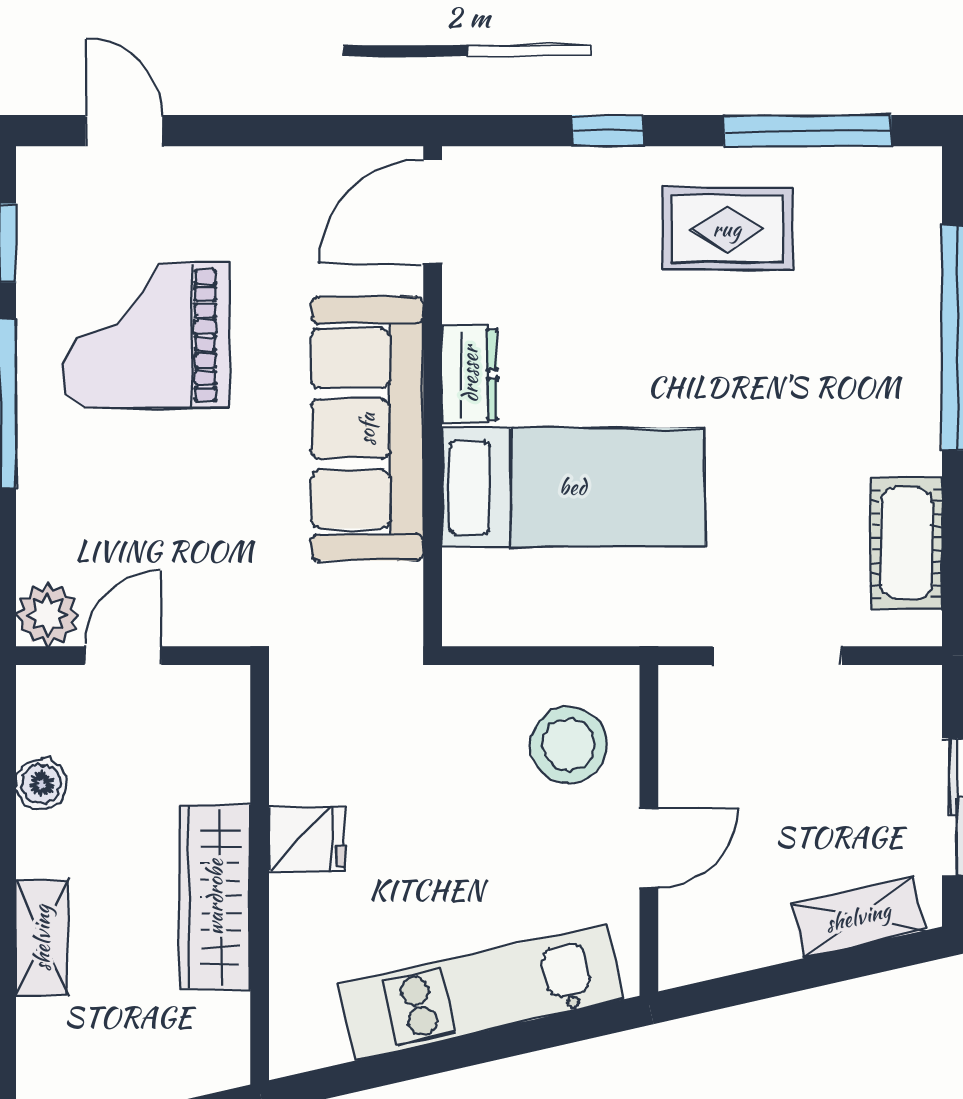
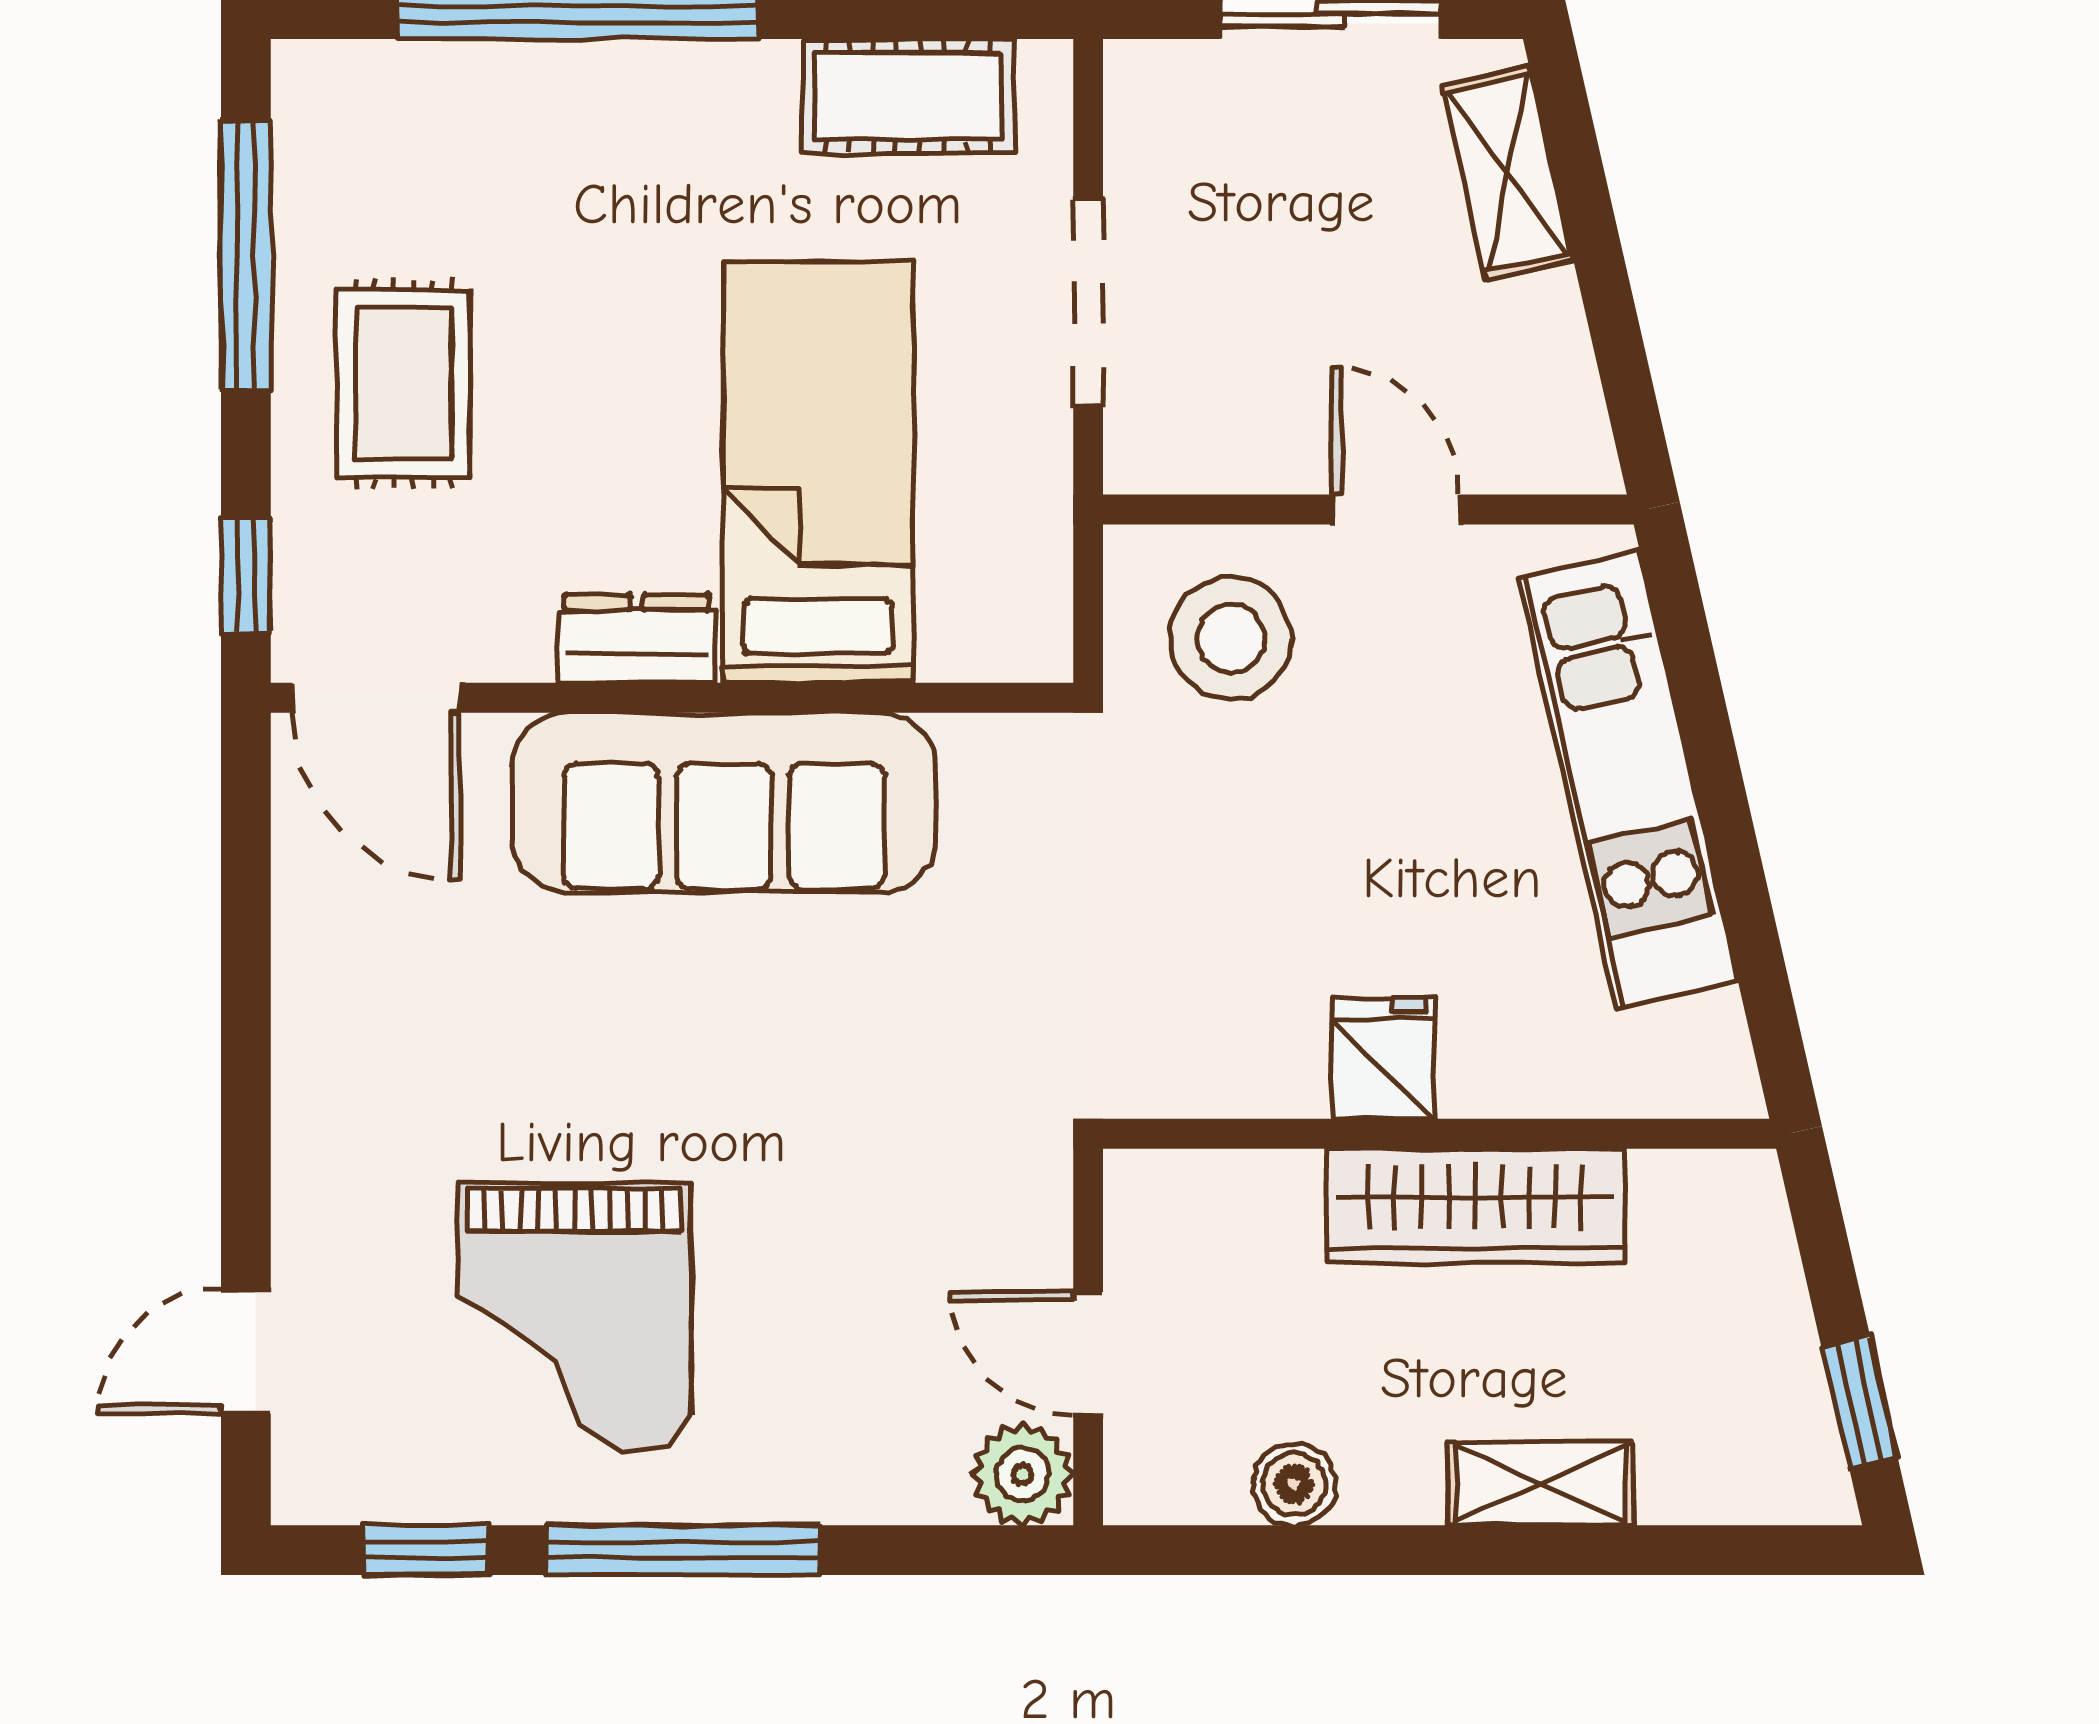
door: (433, 212) -> (376, 698), moved
dresser: (470, 374) -> (636, 639), moved
wall: (433, 396) -> (672, 698), moved
sofa: (367, 429) -> (724, 803), moved
bed: (573, 487) -> (818, 472), moved

